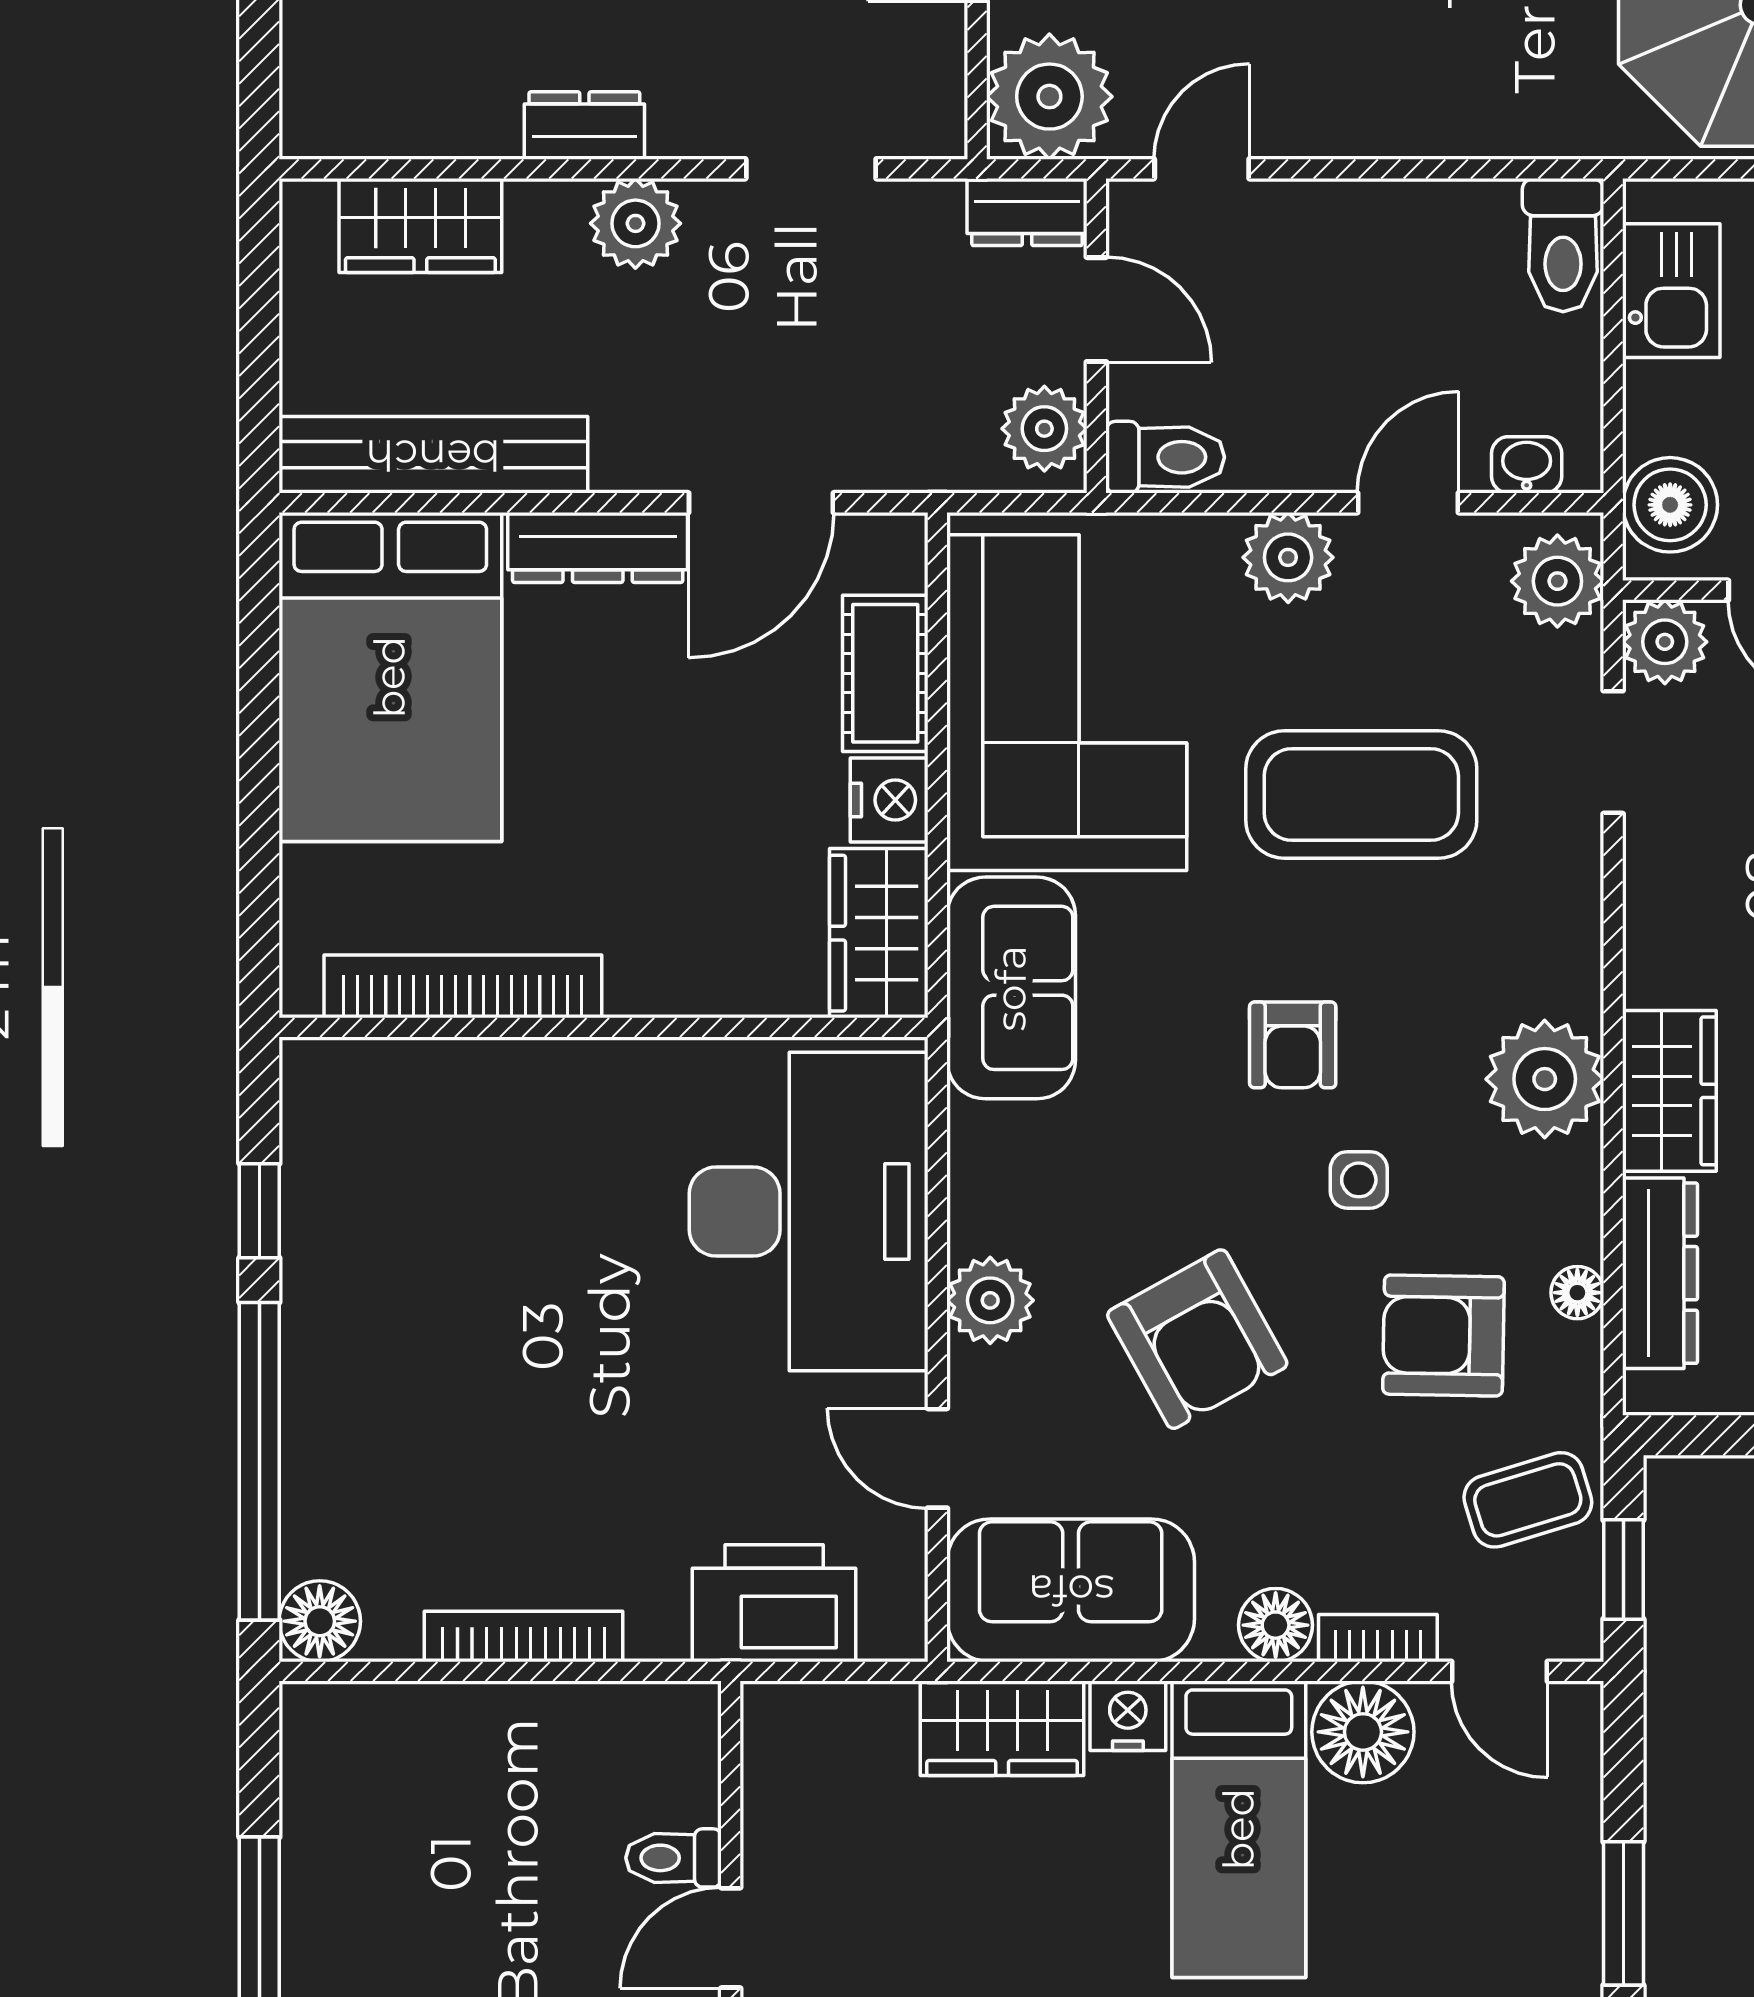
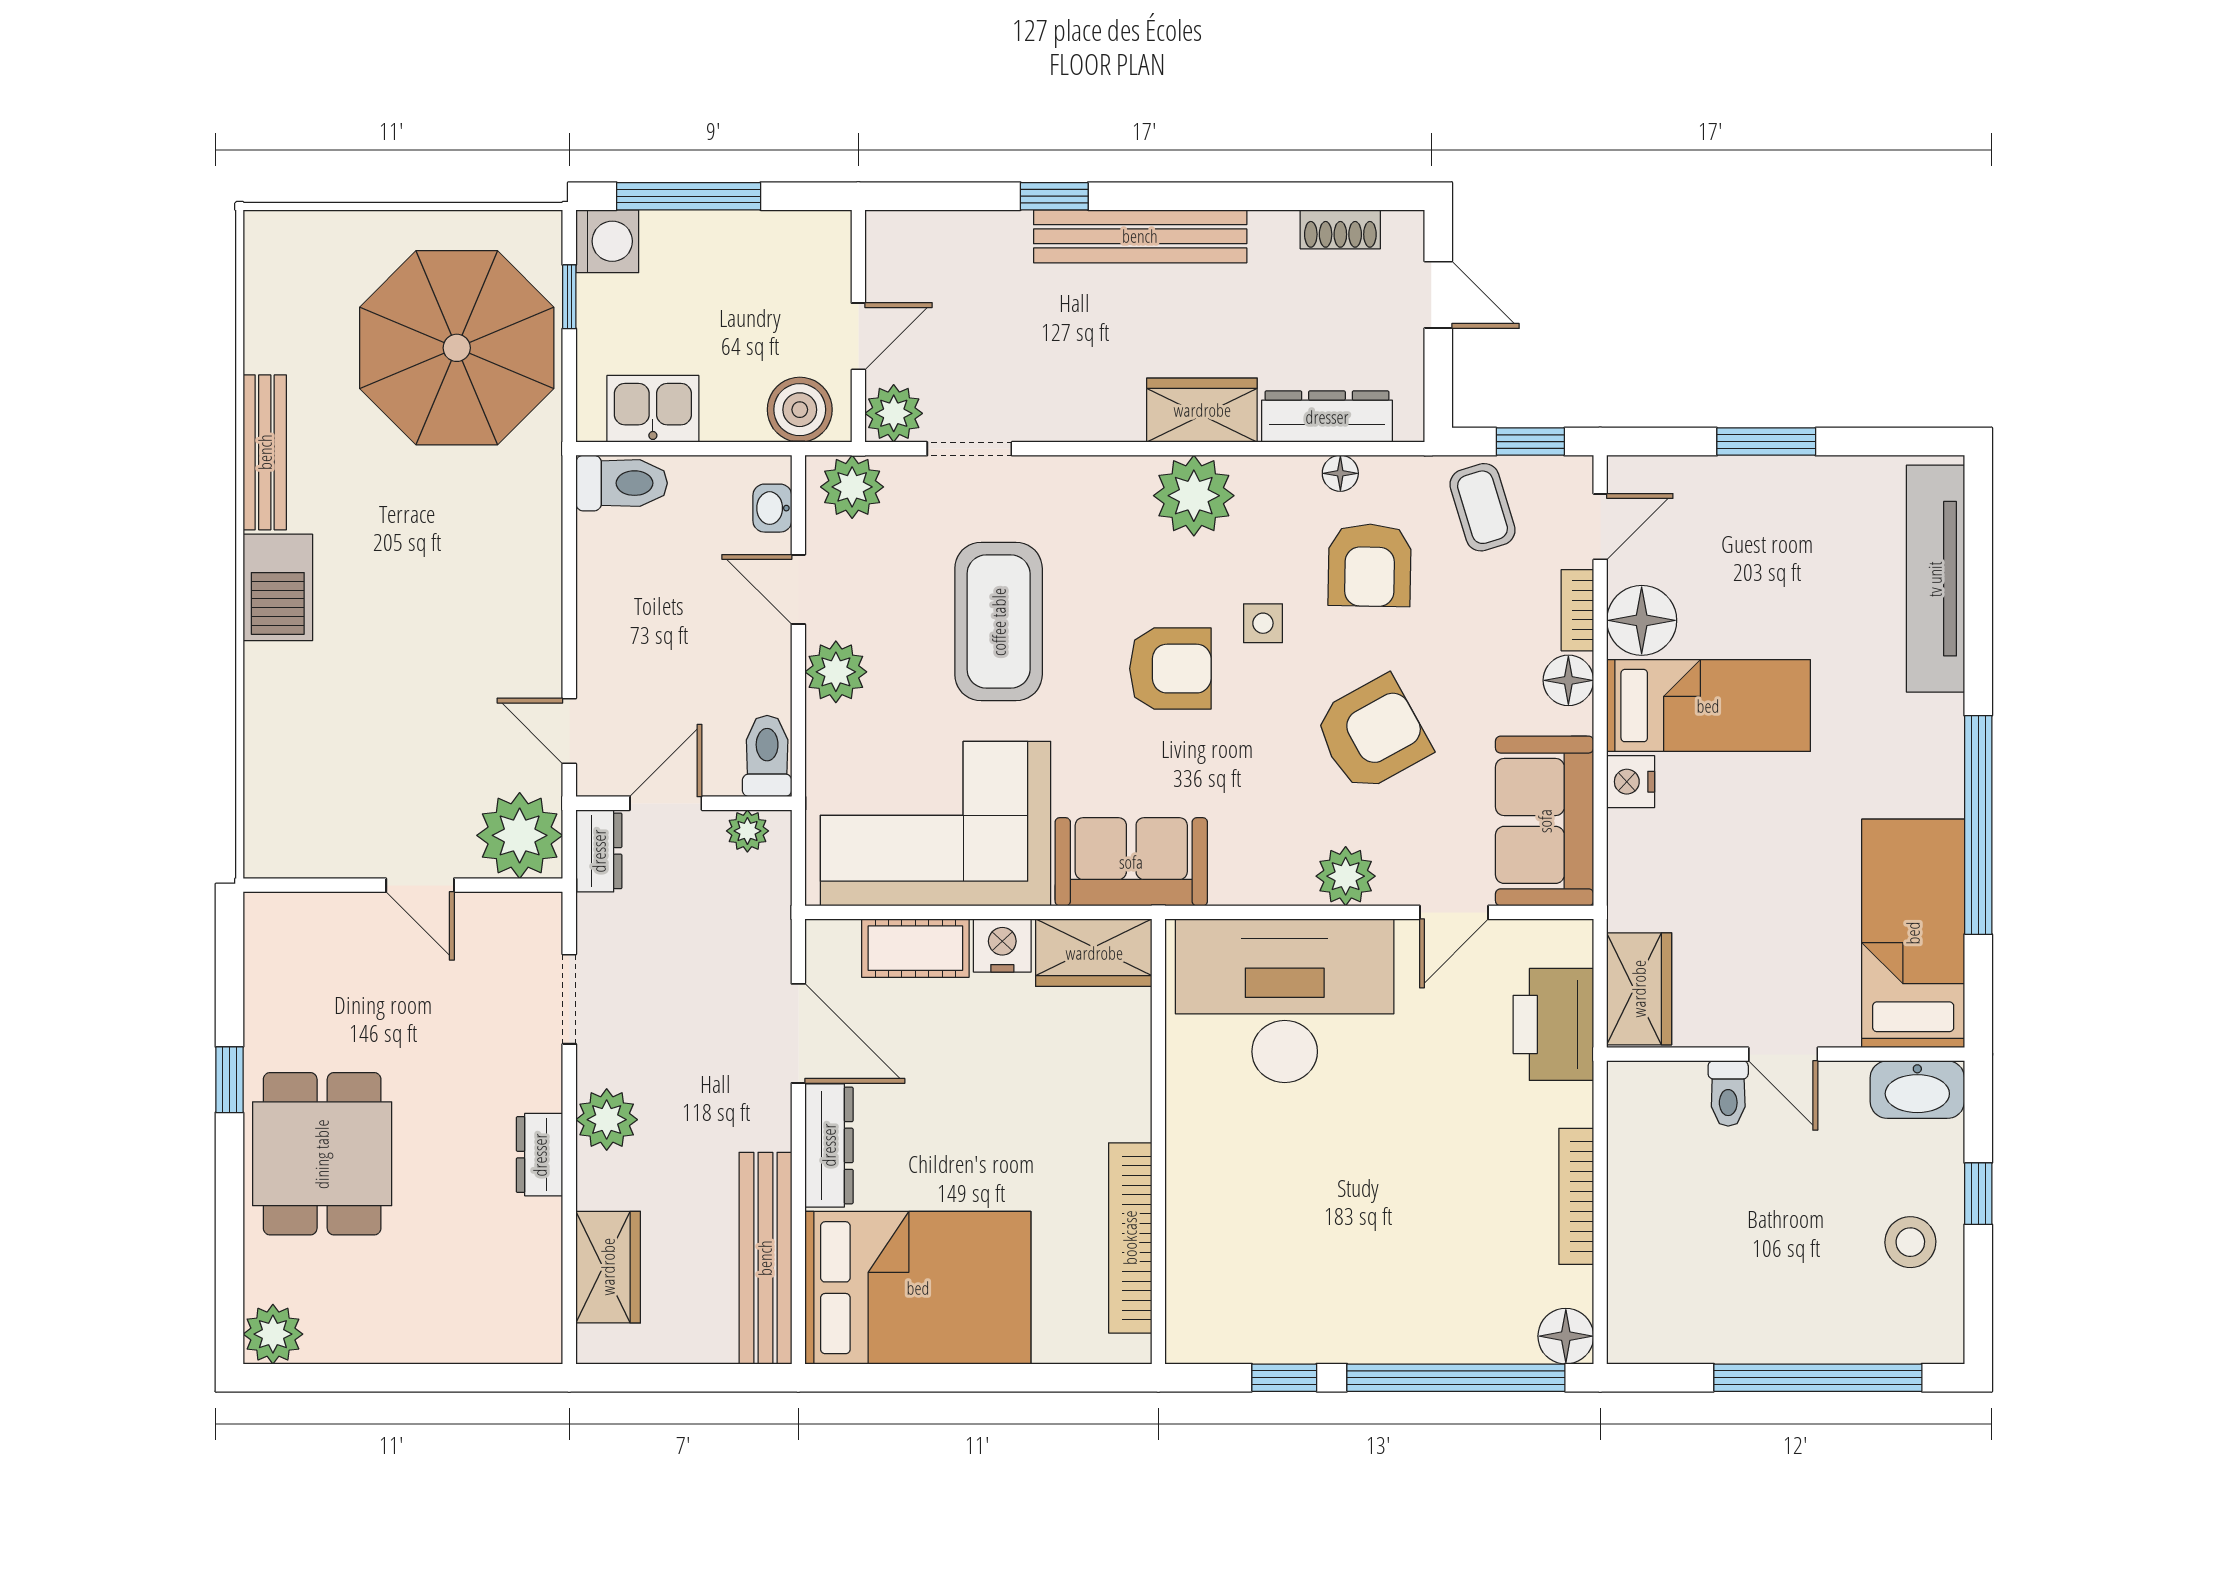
plant: (1044, 429) -> (747, 831), width x0.73, depth x0.73
armchair: (1293, 1045) -> (1170, 669), width x1.38, depth x1.38
wardrobe: (1002, 1728) -> (1639, 989), moved

